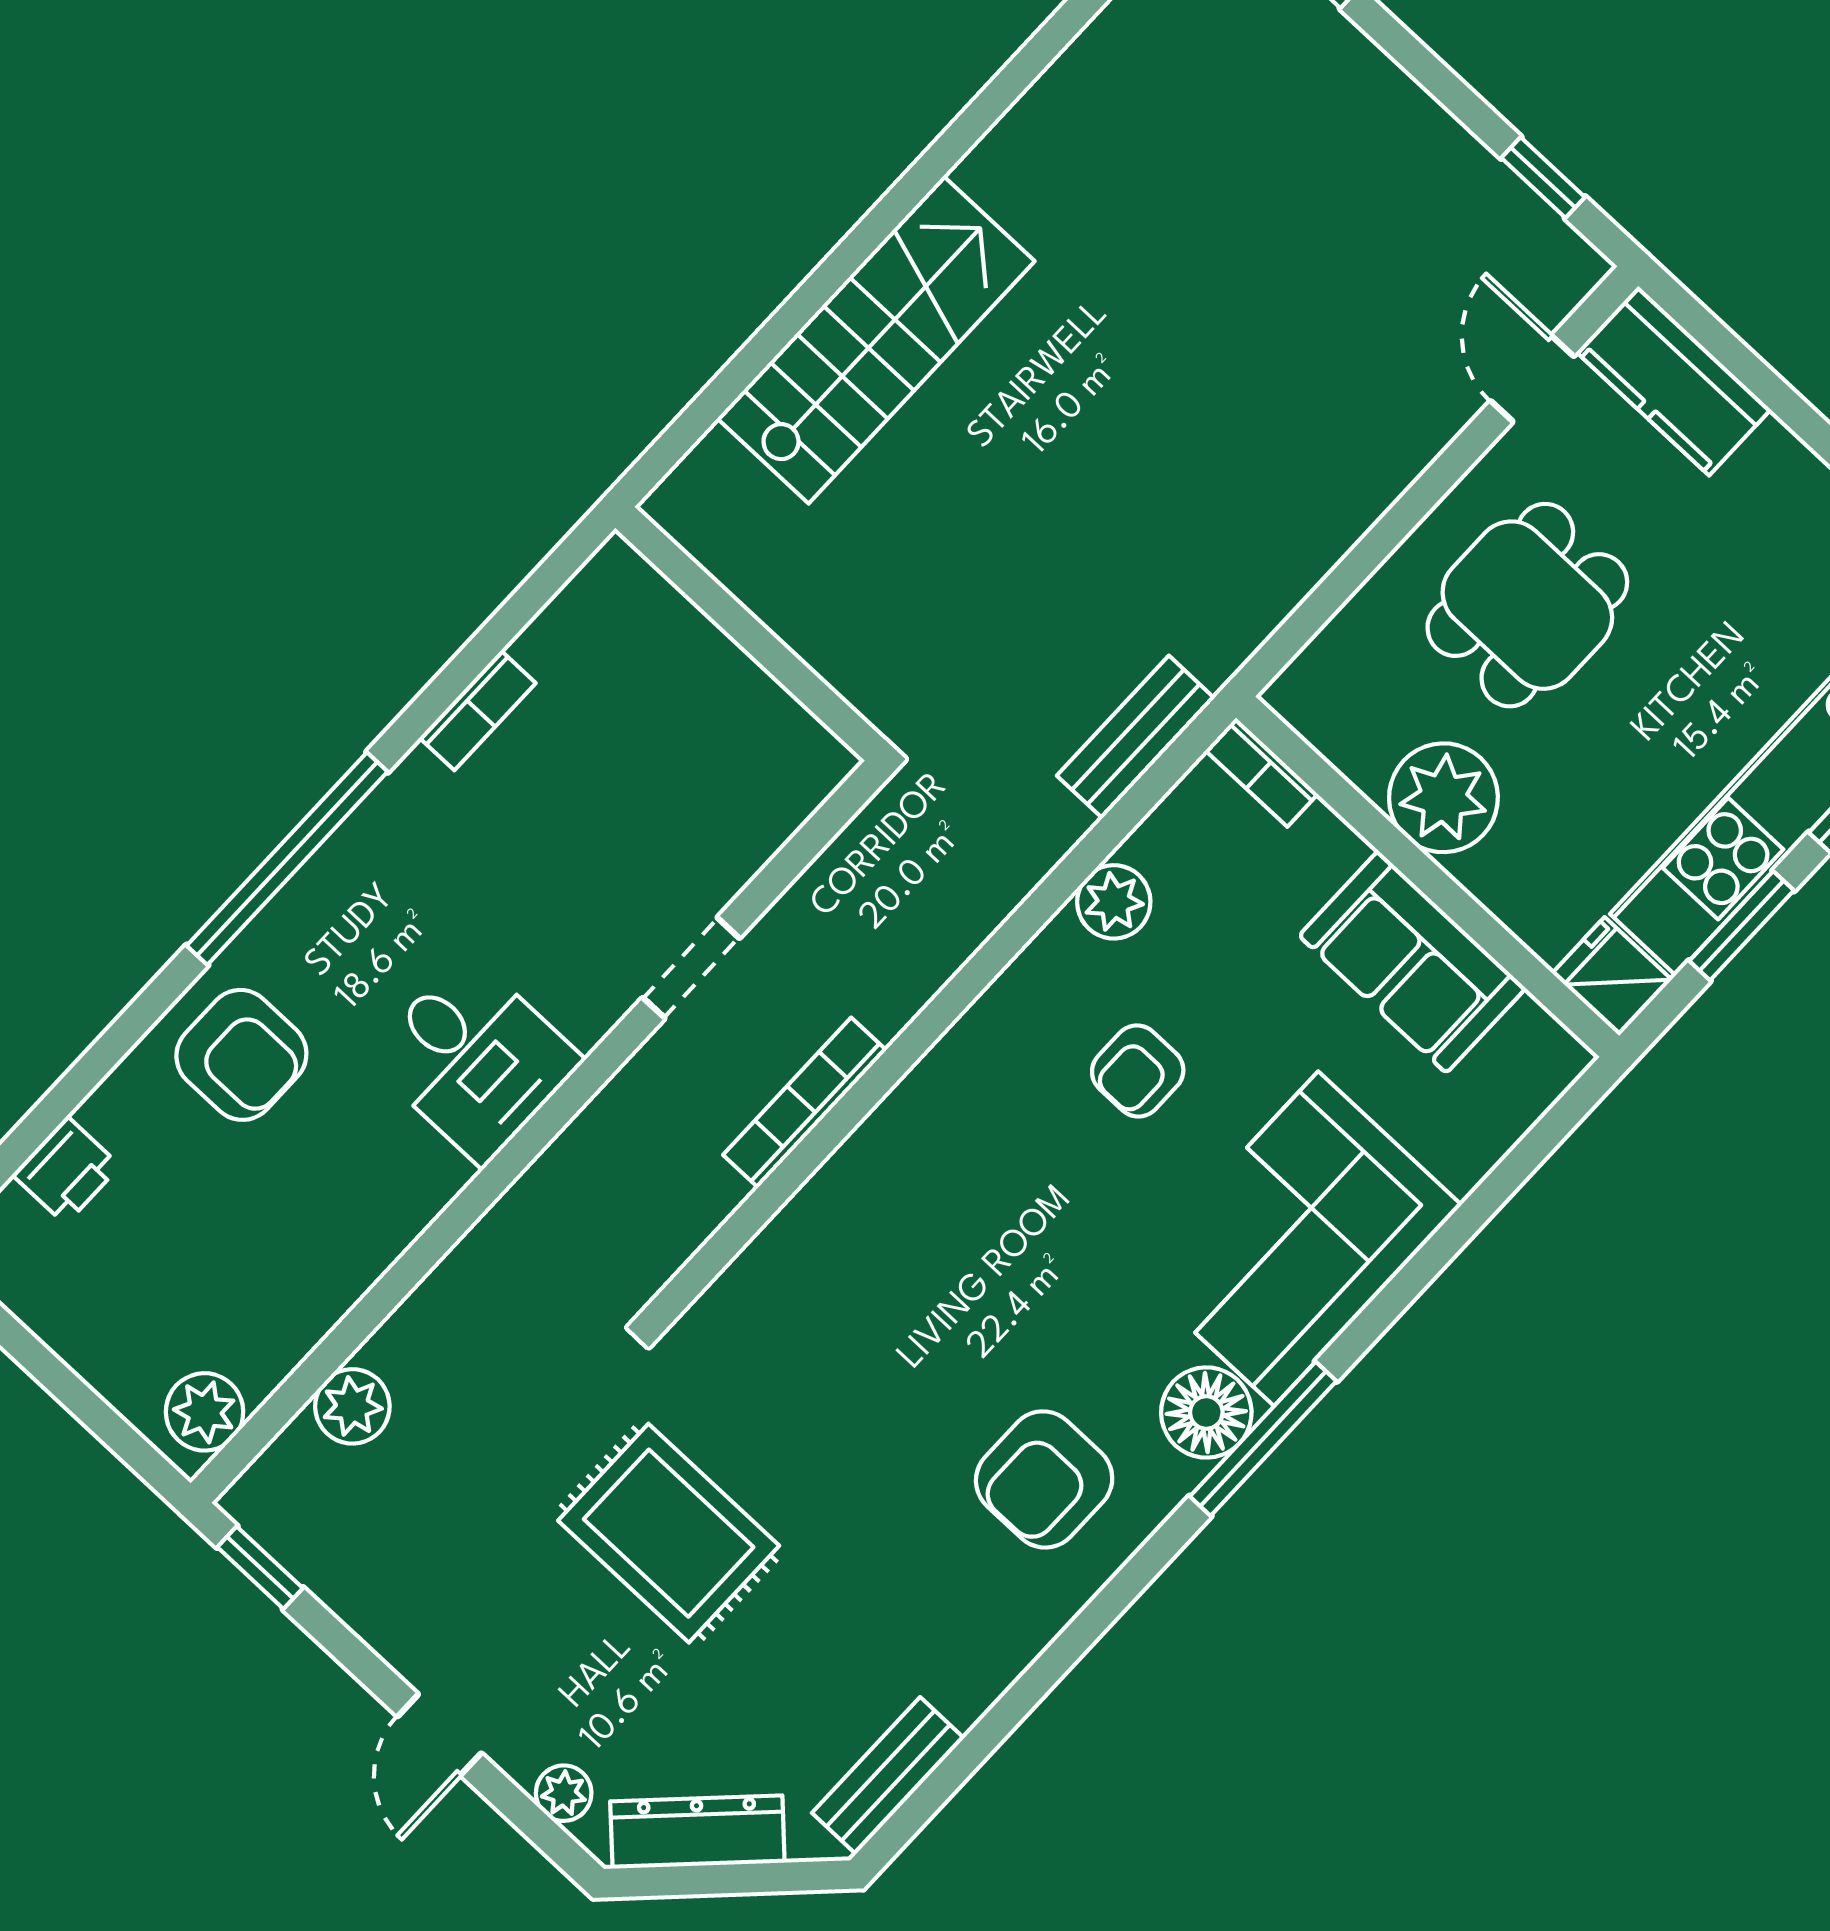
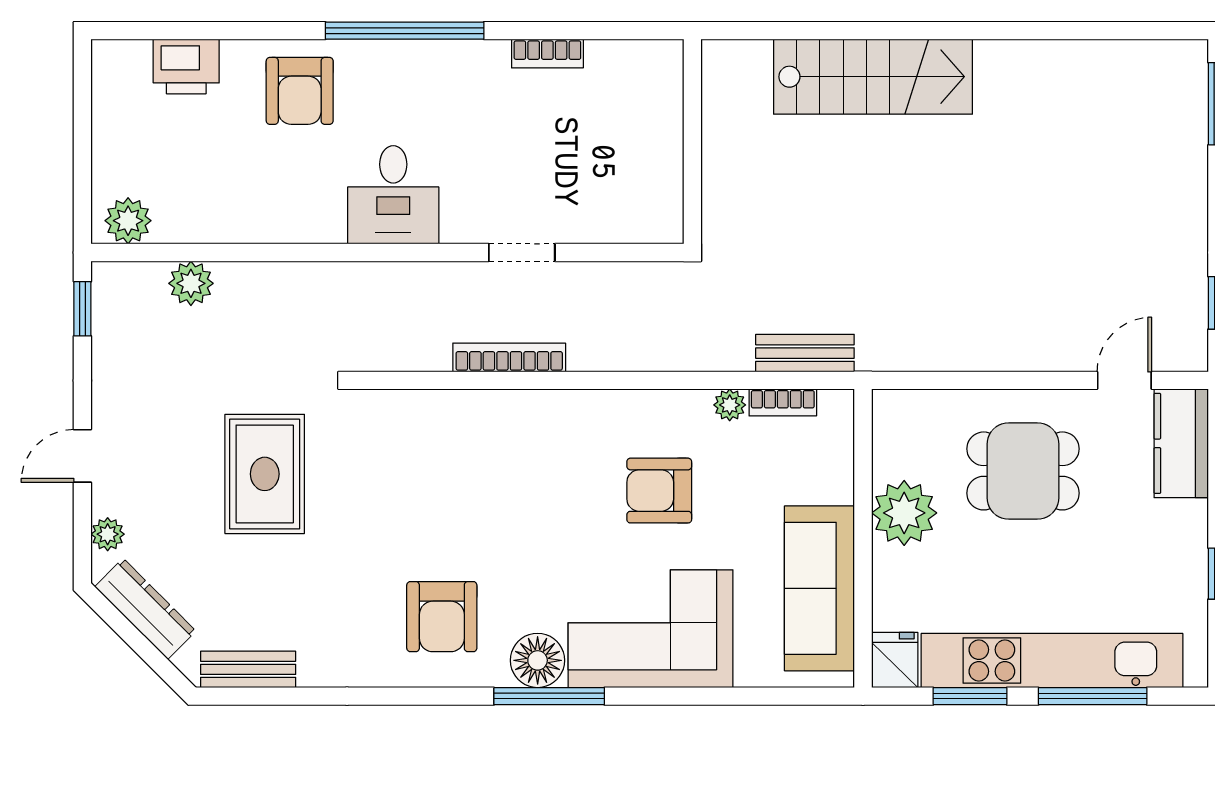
bookcase: (1261, 772) -> (783, 402), moved, turned -90
plant: (1114, 902) -> (730, 405), width x0.73, depth x0.73
sofa: (1412, 962) -> (819, 588), width x1.36
armchair: (1138, 1071) -> (659, 491), width x1.38, depth x1.38
printer: (66, 1170) -> (186, 67), width x1.36, depth x1.24
armchair: (1044, 1479) -> (442, 617), turned -90

